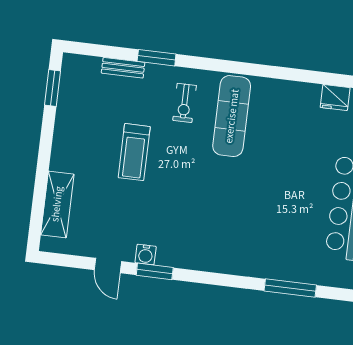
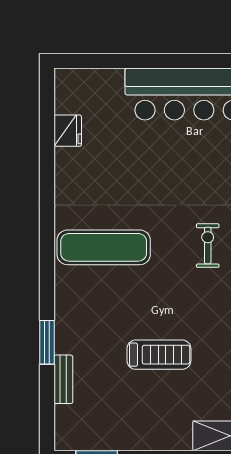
exercise bike: (185, 103) -> (208, 246), moved, turned -90

